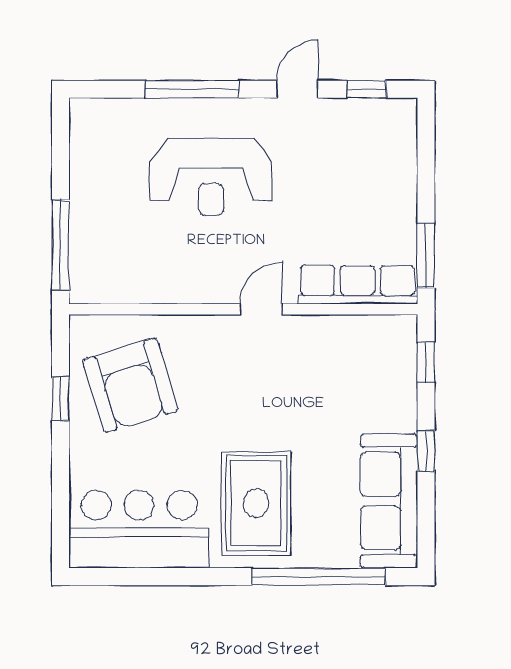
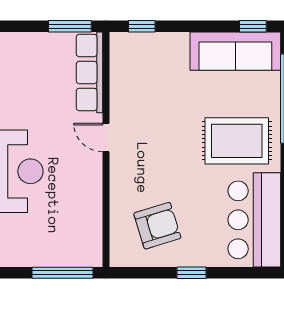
armchair: (130, 385) -> (157, 226), width x0.73, depth x0.73
window: (61, 399) -> (192, 273), moved
window: (426, 451) -> (253, 26), moved

